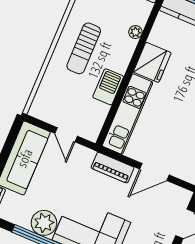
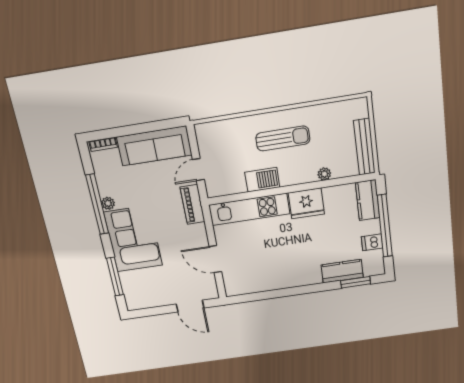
sun lounger: (84, 48) -> (283, 138), turned 180
piano: (112, 168) -> (193, 204), moved
plant: (44, 223) -> (108, 203), width x0.53, depth x0.53

